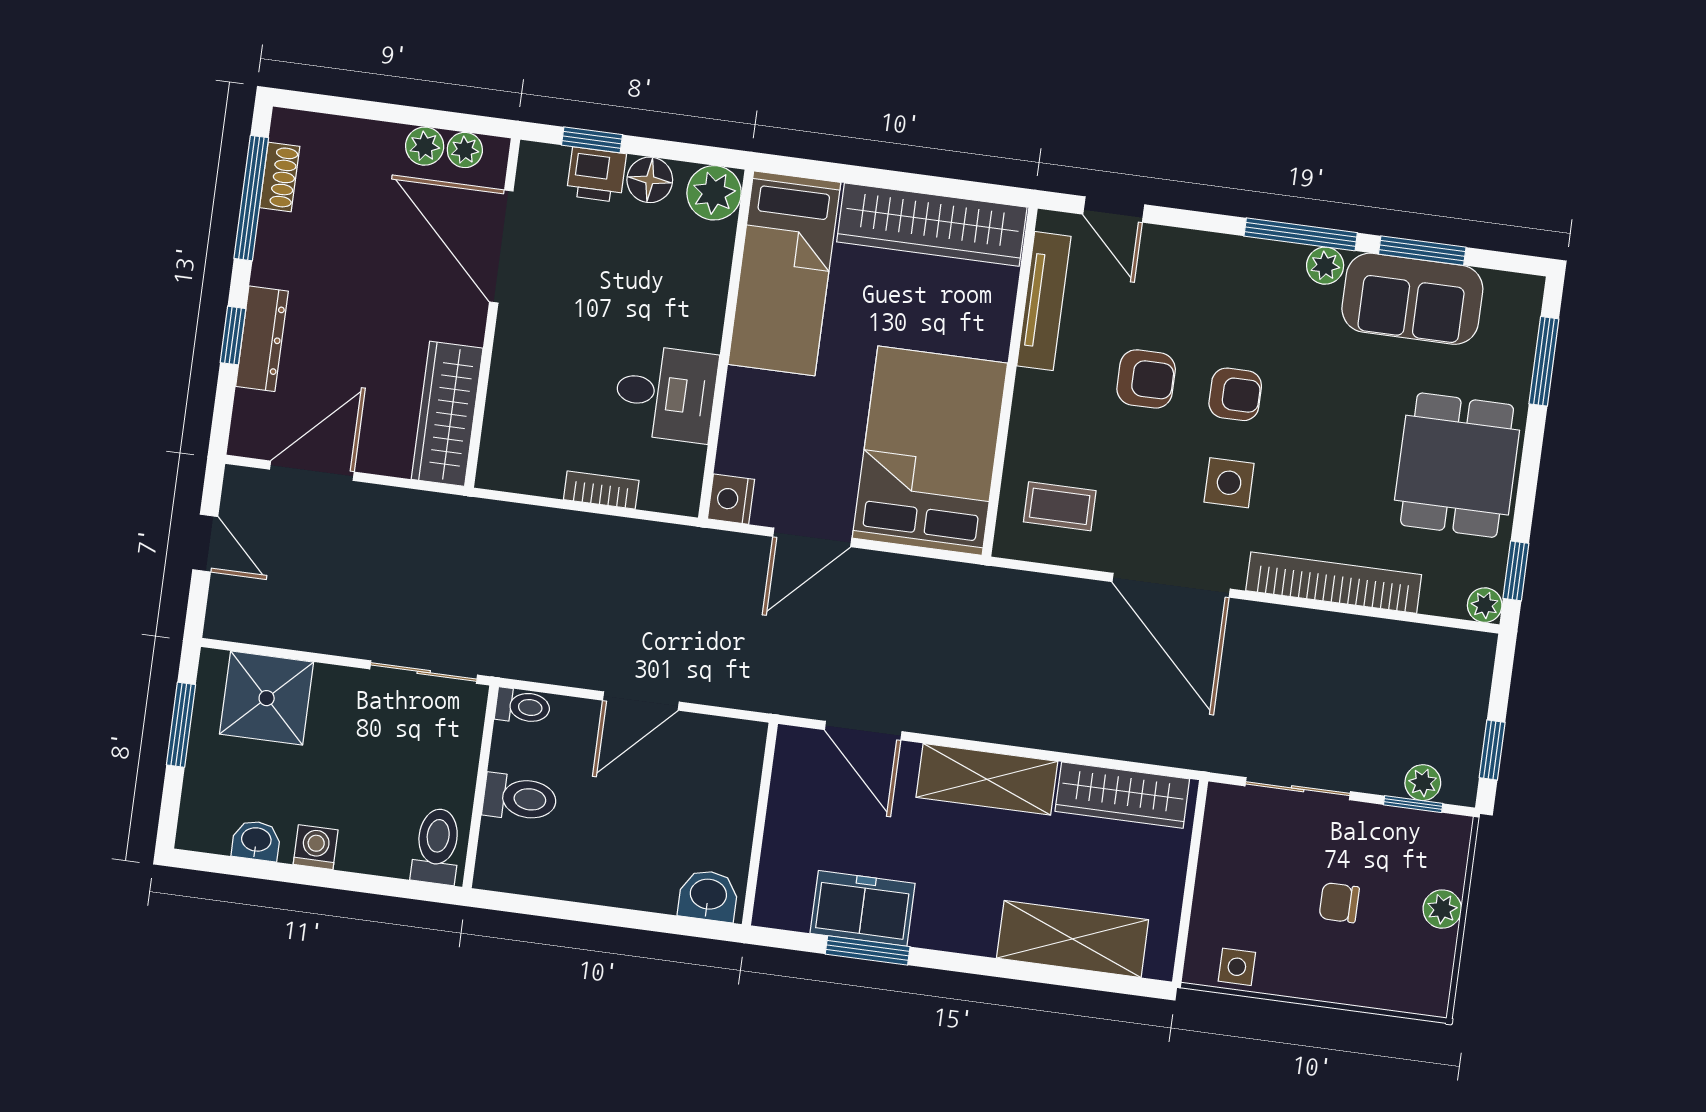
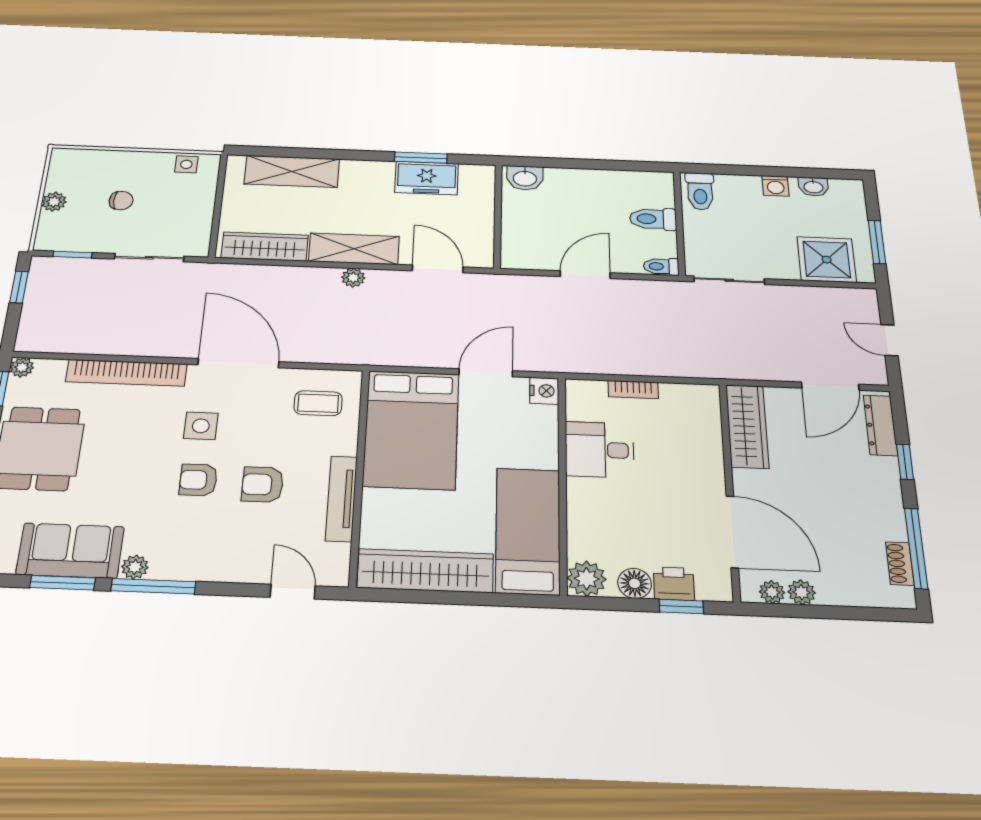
tv unit: (1044, 301) -> (341, 498), moved
dresser: (262, 339) -> (880, 425), moved
plant: (1423, 783) -> (353, 278), moved

